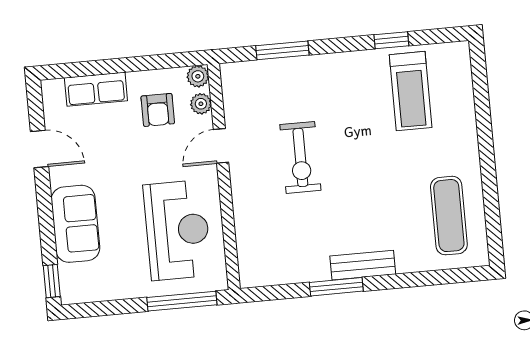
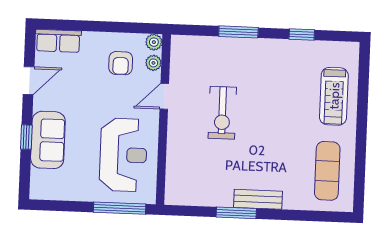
window: (282, 50) -> (238, 32), moved
row of seats: (96, 89) -> (58, 41), moved
treadmill: (411, 91) -> (334, 96), moved
door: (39, 149) -> (29, 81), hinge flipped
window: (52, 281) -> (26, 137), moved

